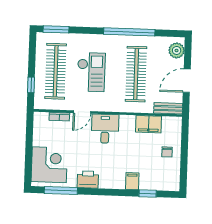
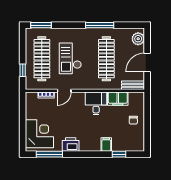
window: (129, 32) -> (100, 25), width x0.68
checkout: (91, 72) -> (70, 58), turned 180
desk: (105, 129) -> (96, 103), moved

